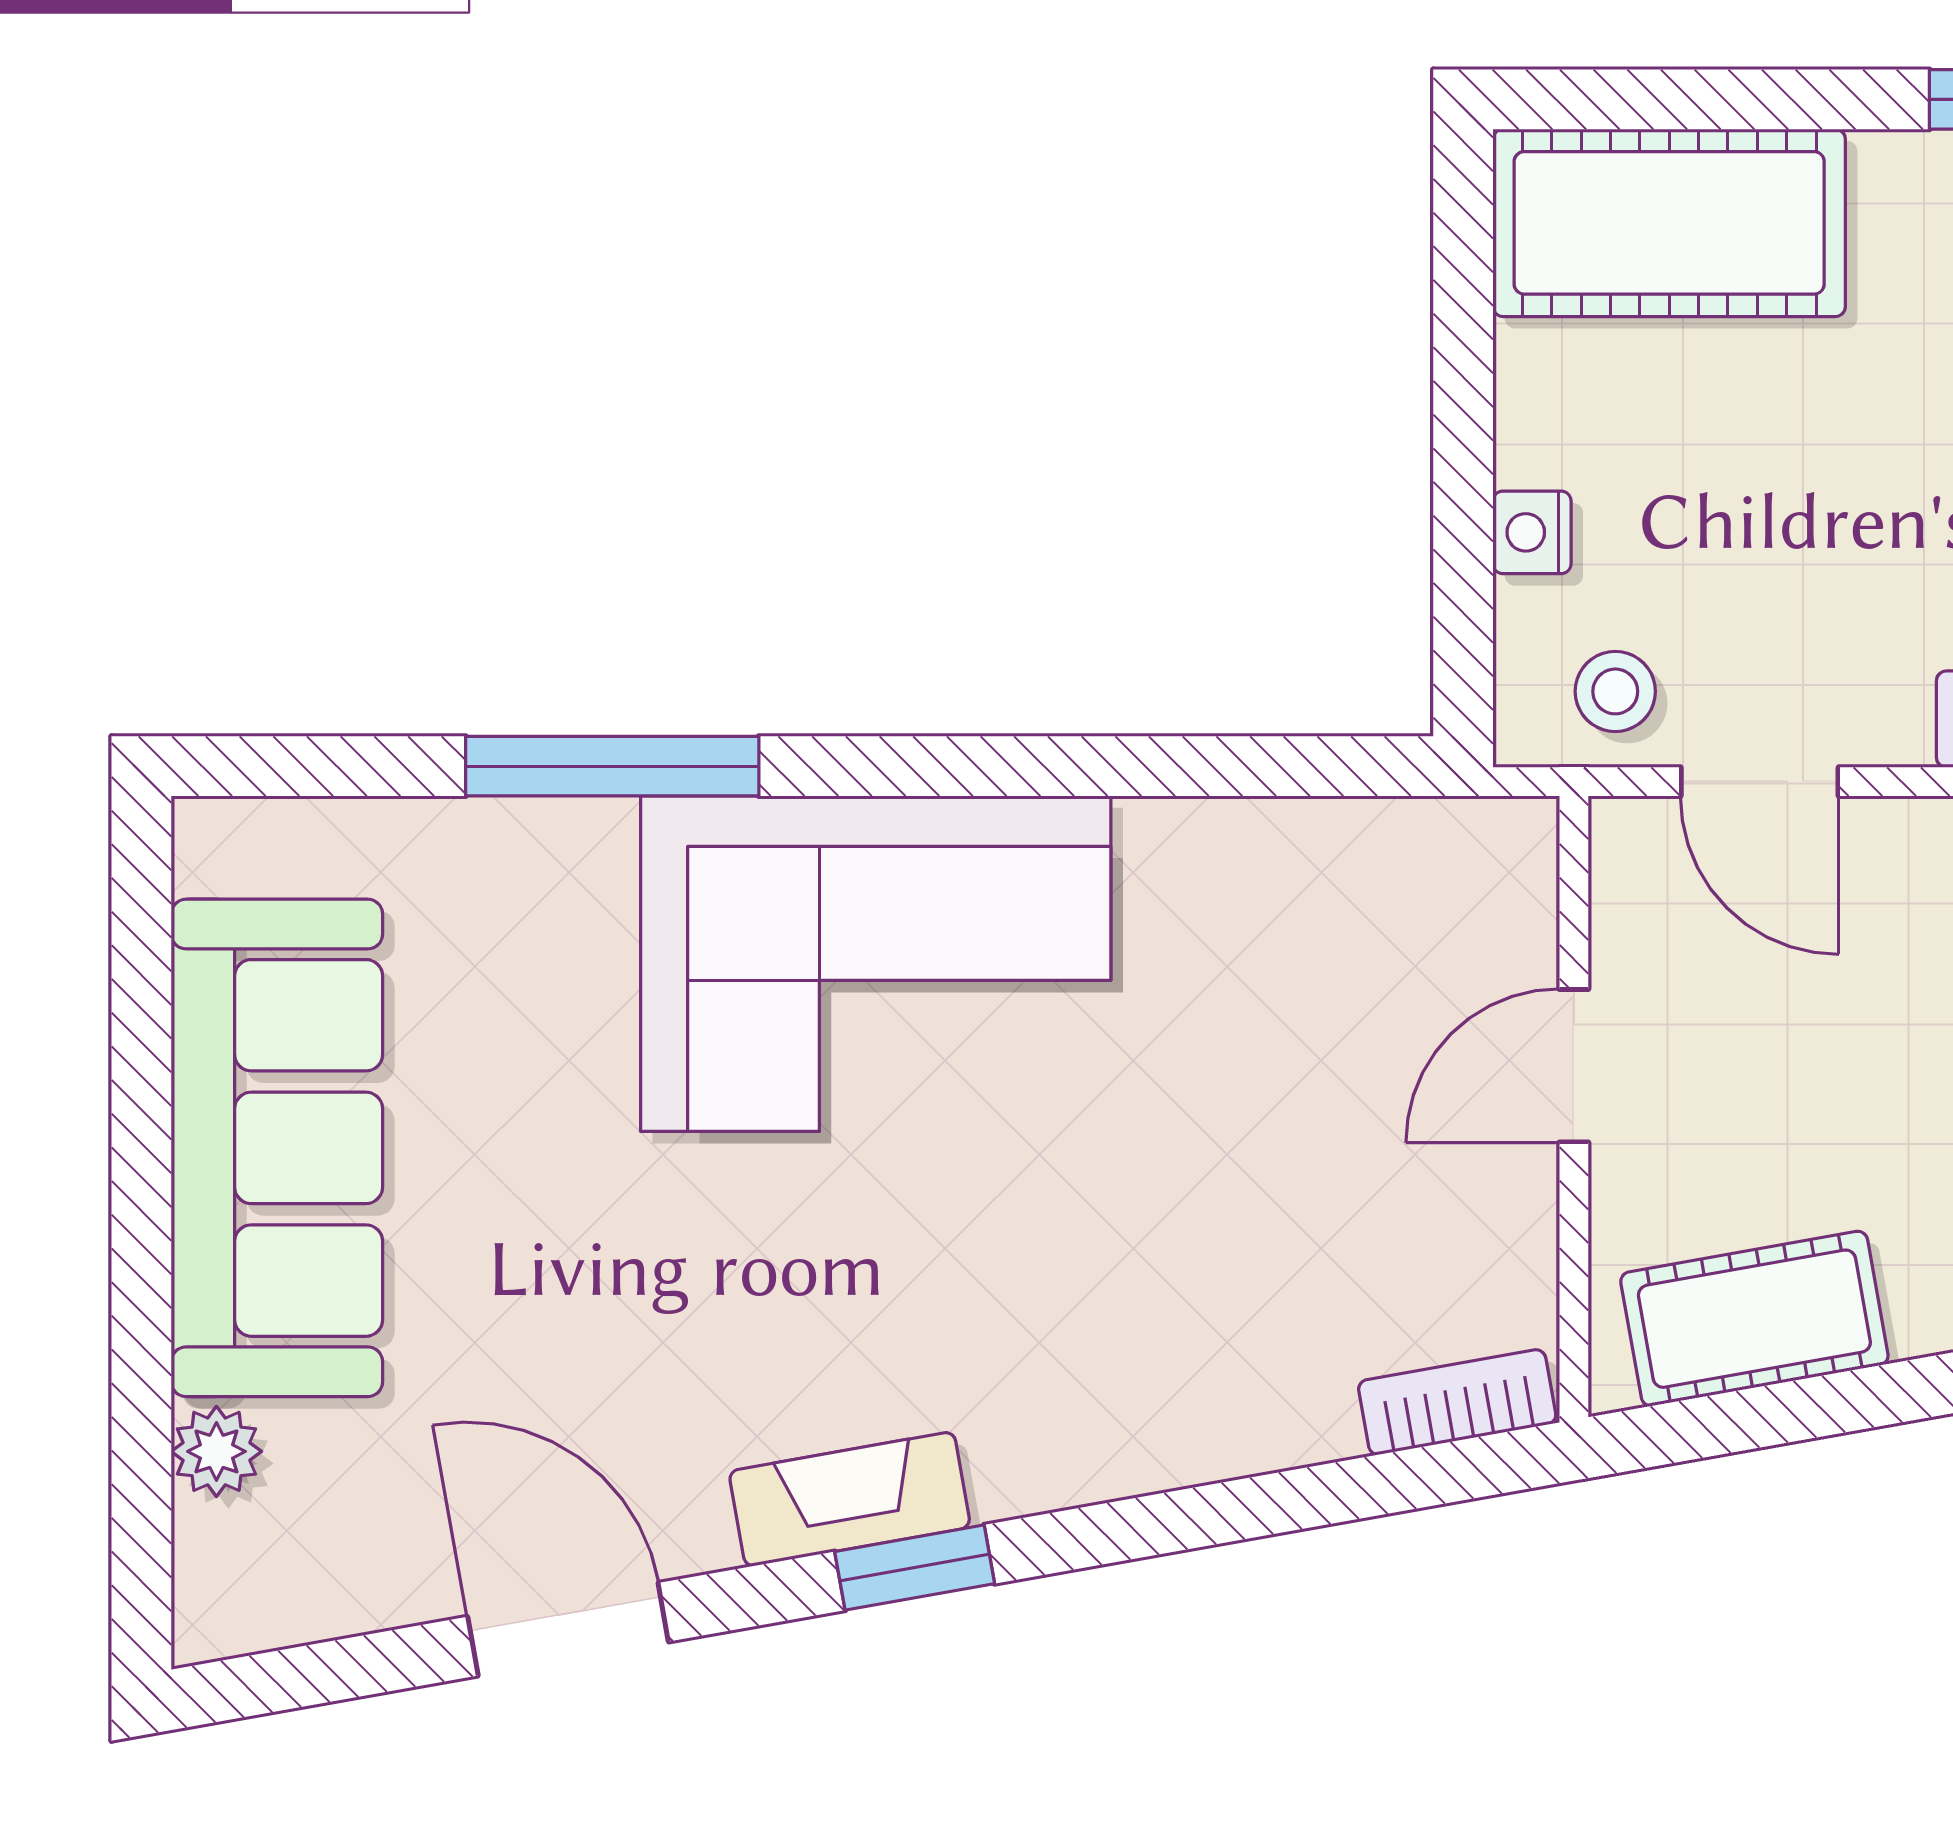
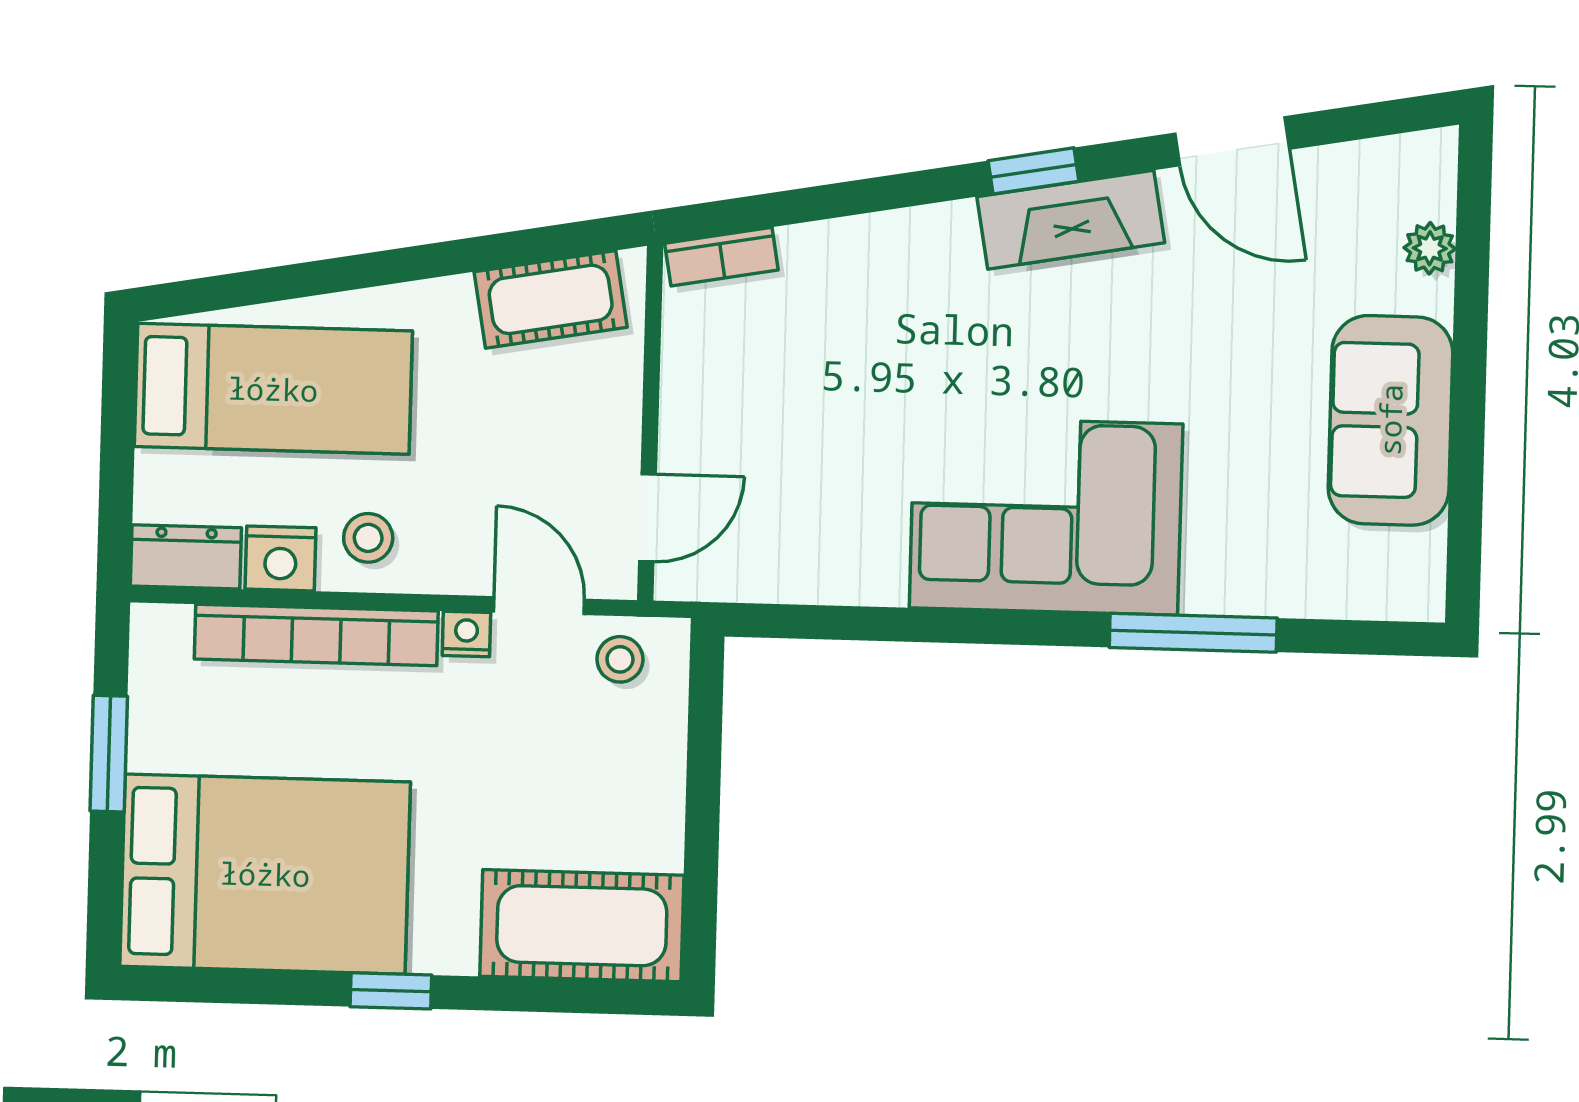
nightstand: (1532, 532) -> (466, 634), moved, turned -90
door: (1574, 1066) -> (648, 518), moved
sofa: (277, 1148) -> (1390, 420), width x0.73
fireplace: (850, 1499) -> (1071, 220), width x1.37, depth x1.32

